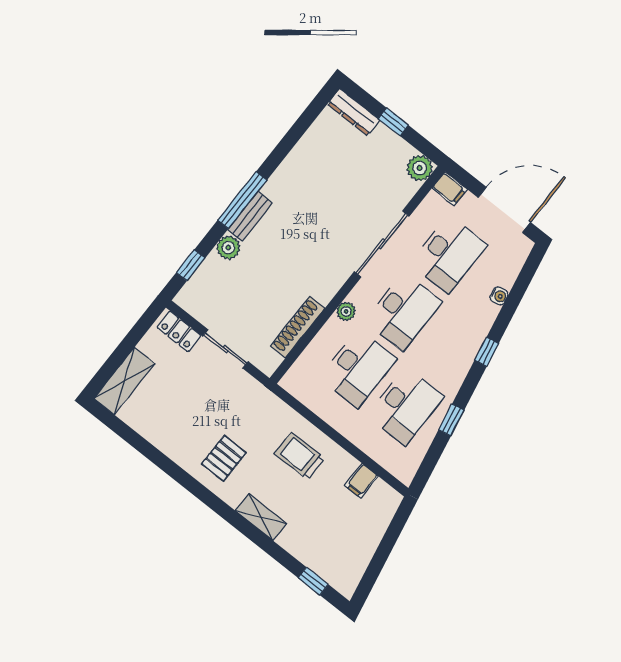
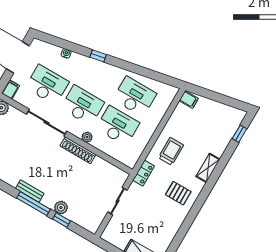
bench: (250, 216) -> (30, 191), moved
window: (191, 265) -> (62, 220), moved
shoe rack: (298, 327) -> (78, 150), moved
locker: (179, 331) -> (144, 173), moved
window: (451, 420) -> (139, 70), removed
trolley: (300, 456) -> (171, 151), turned 180
filing cabinet: (362, 481) -> (189, 100), moved

